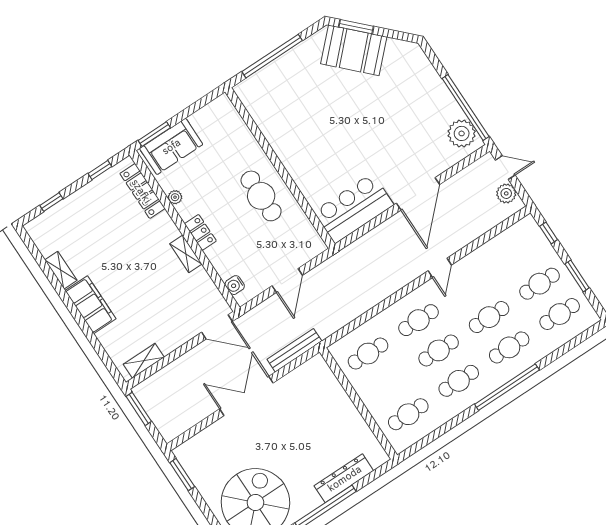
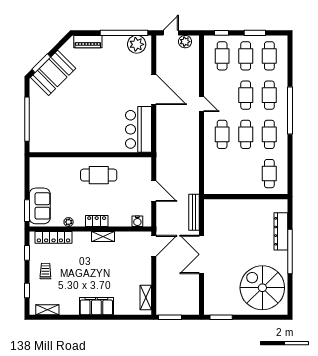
piano: (424, 68) -> (88, 42), added
trolley: (92, 209) -> (45, 271), added
shelving: (61, 270) -> (47, 310), moved
cafe table: (368, 354) -> (222, 56), moved

